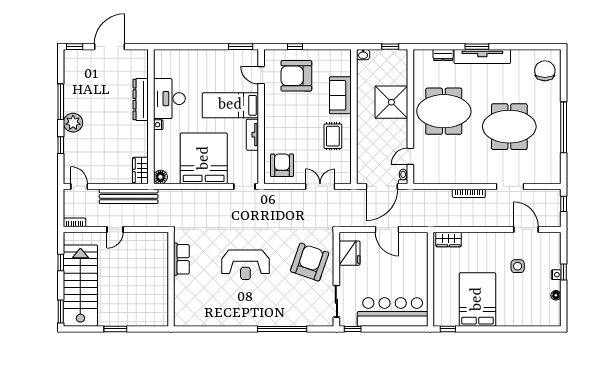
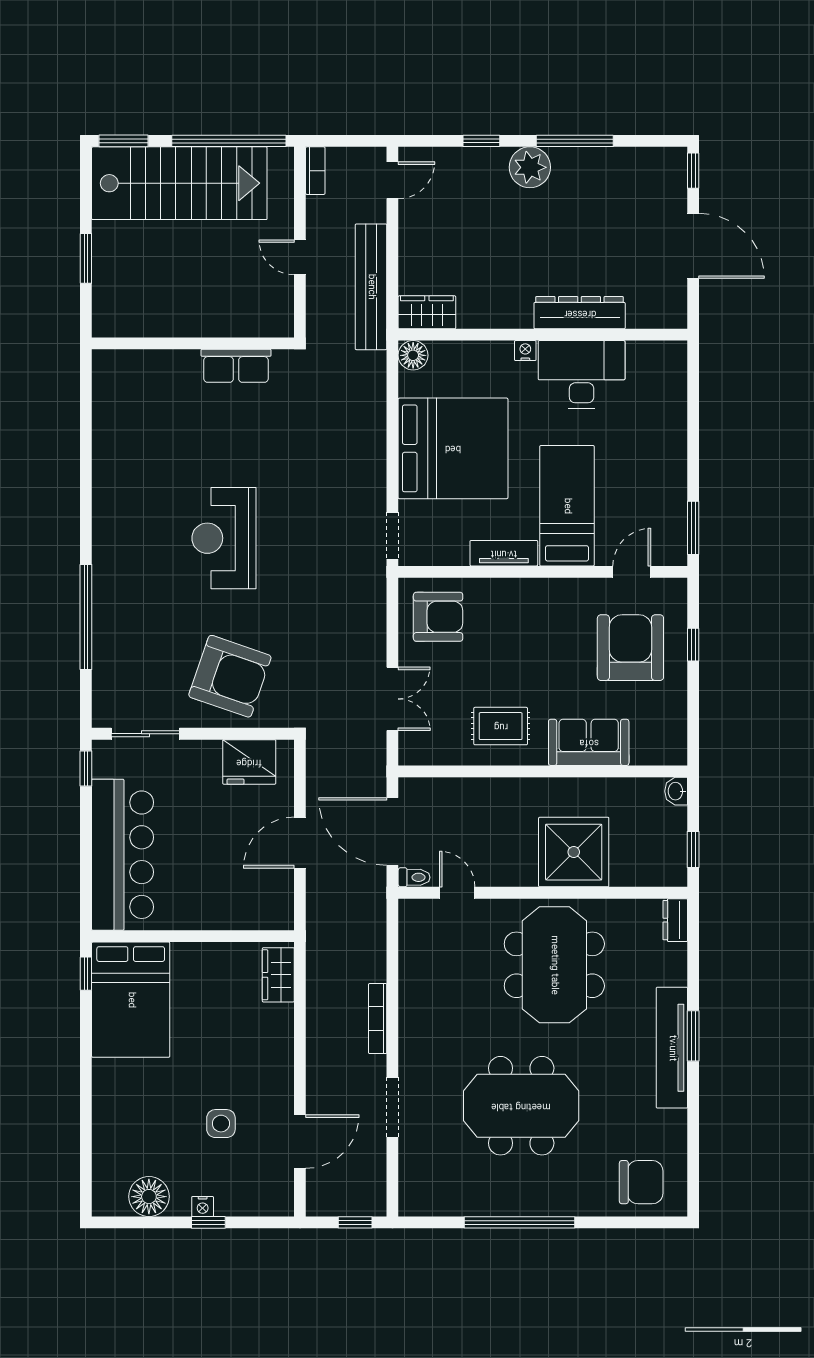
dresser: (443, 55) -> (675, 920), moved
meeting table: (509, 127) -> (521, 1106), turned 90
row of seats: (181, 259) -> (236, 366), moved
window: (61, 263) -> (229, 141), width x3.17
wall: (171, 279) -> (193, 343), moved
floor lamp: (556, 295) -> (149, 1197), width x1.89, depth x1.89
bed: (477, 299) -> (131, 1000), moved, turned 90

